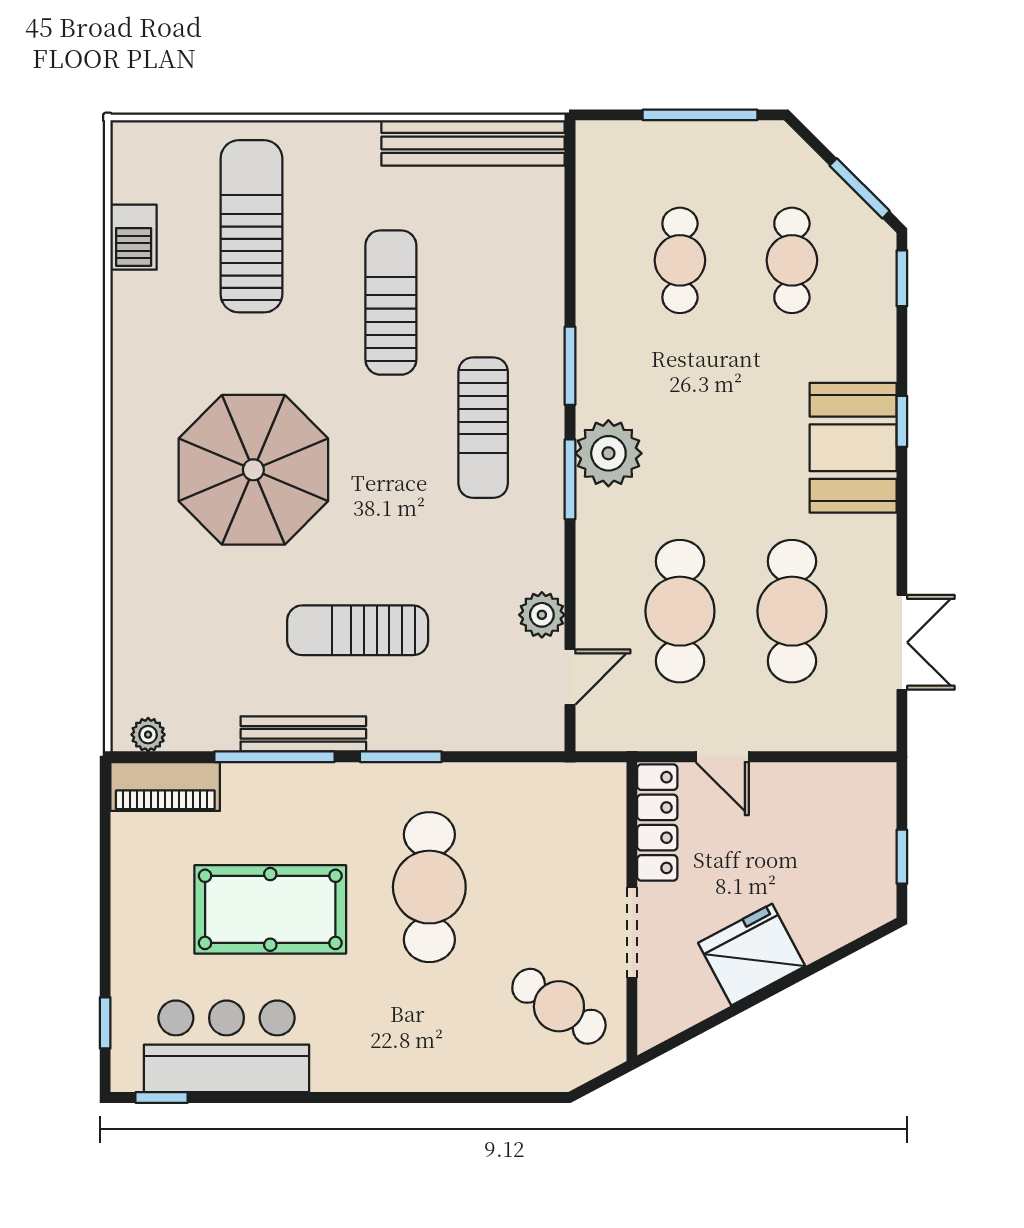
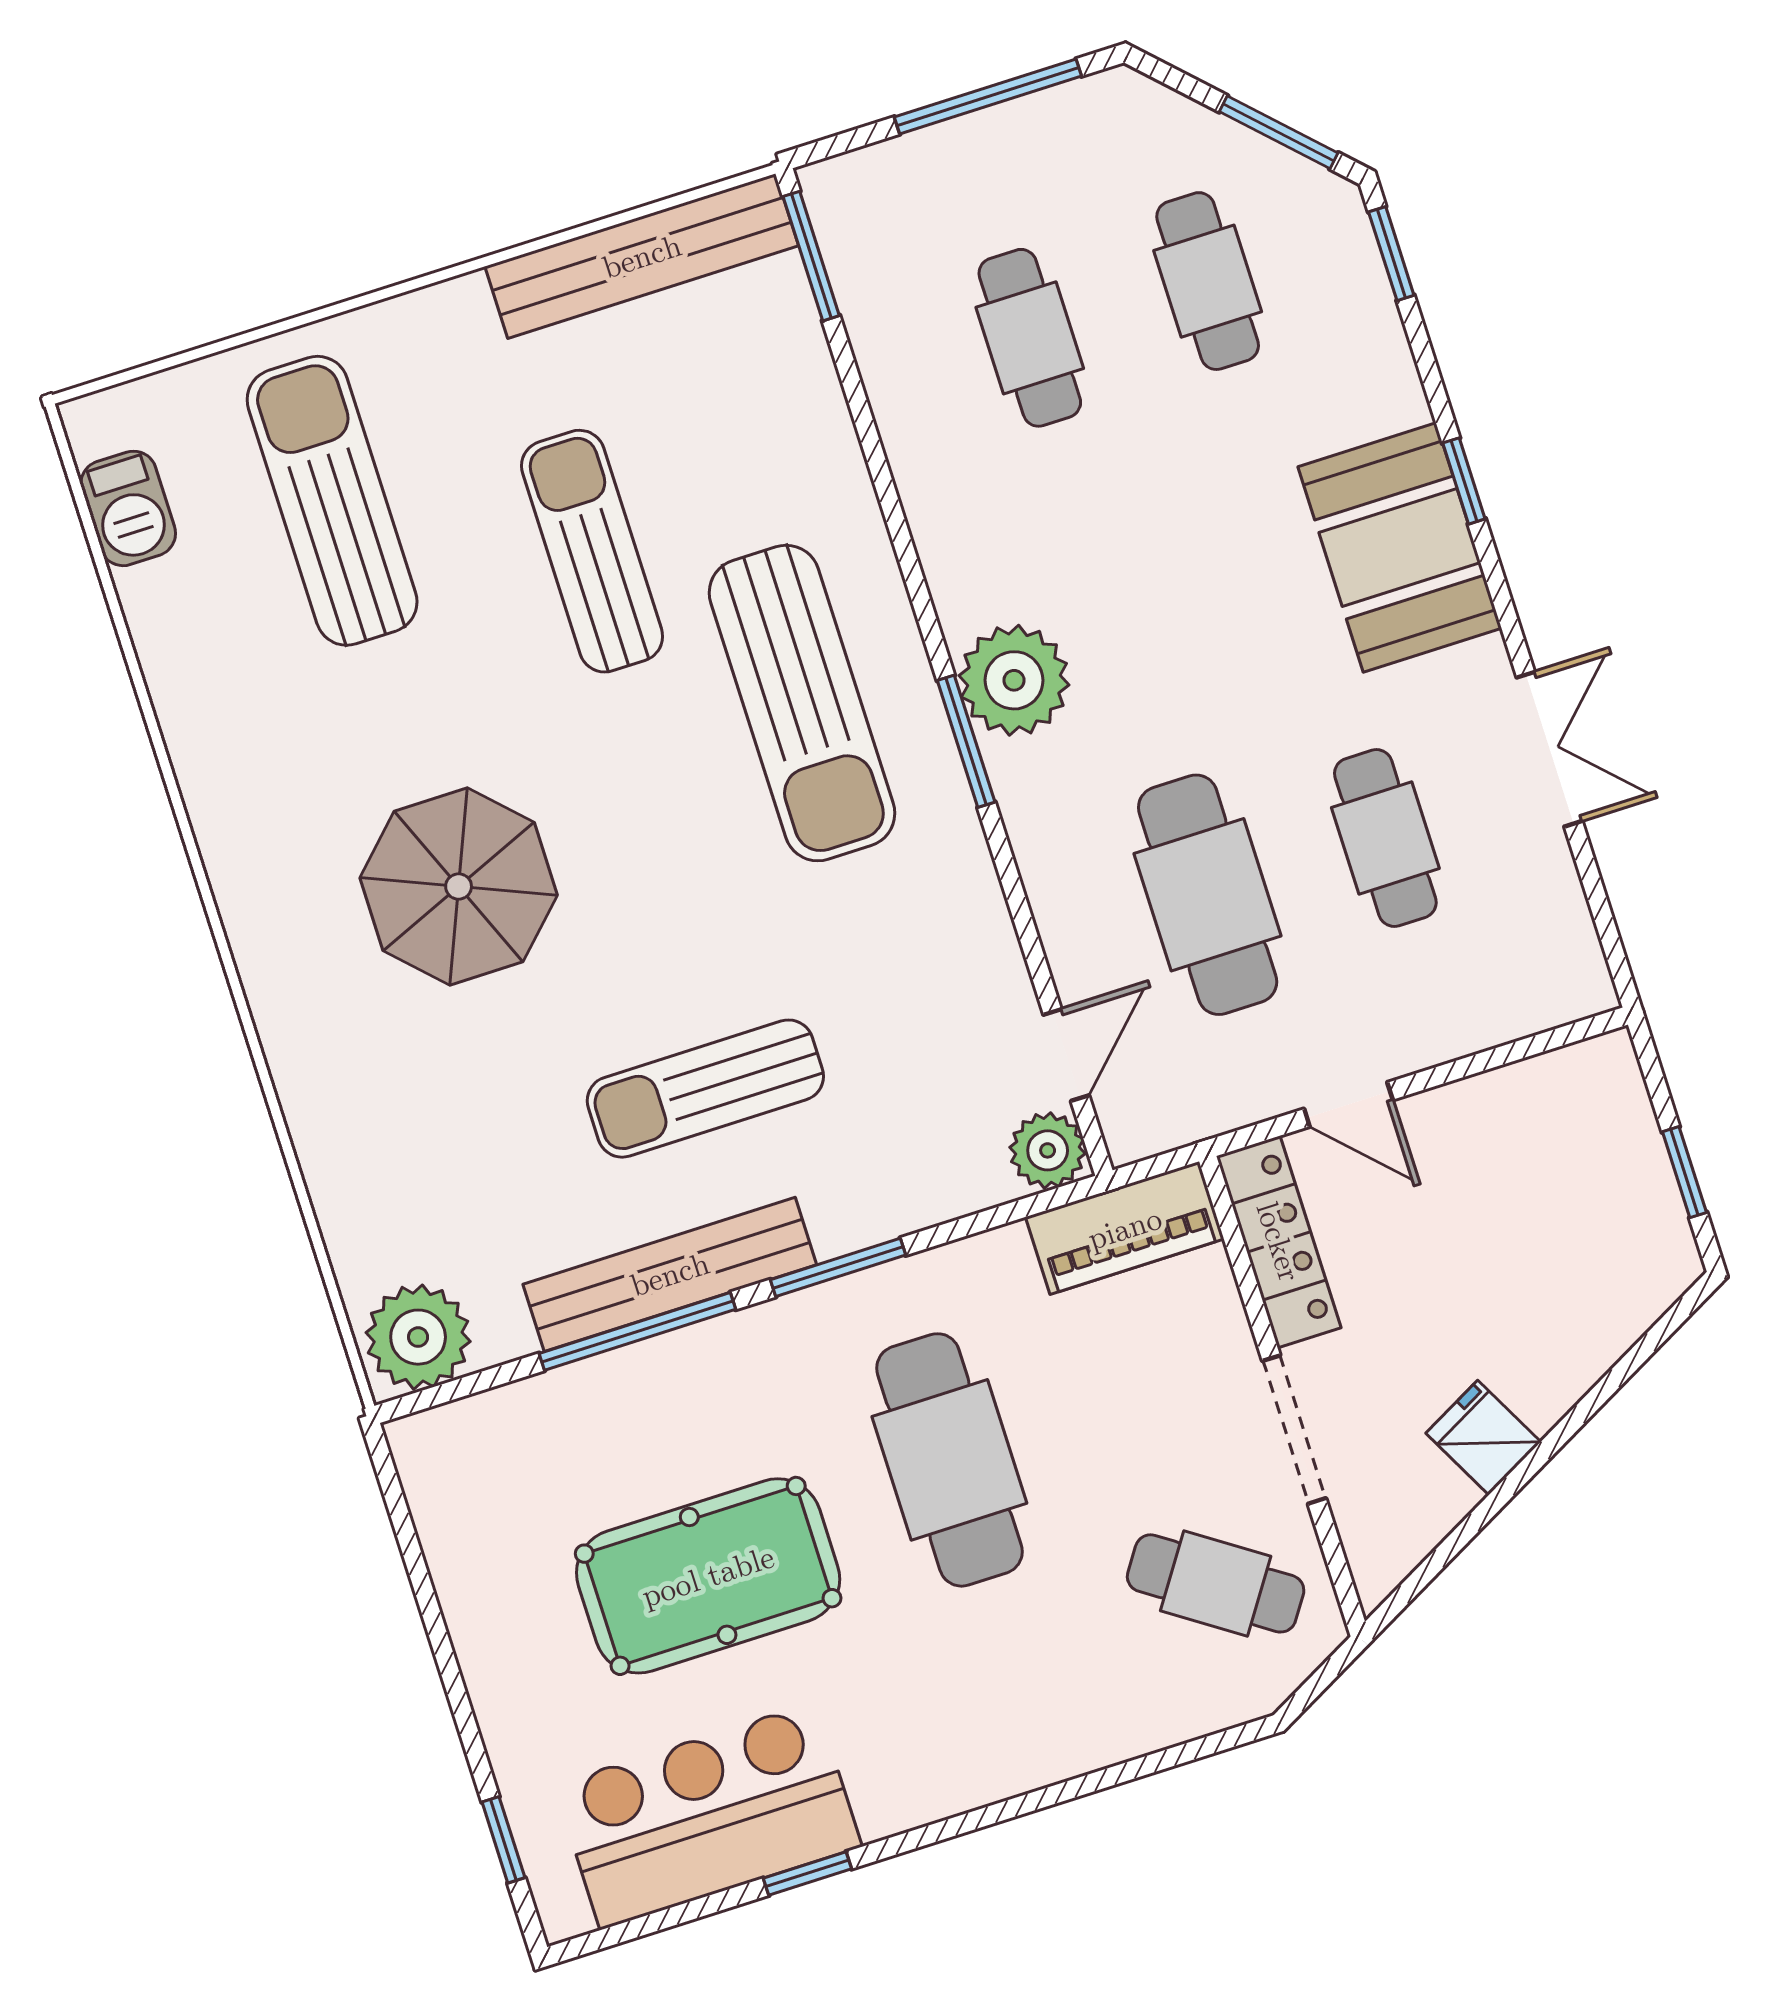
barbecue: (134, 237) -> (128, 508), moved
window: (570, 366) -> (811, 256), moved
sun lounger: (483, 428) -> (802, 703), width x1.36, depth x1.34
parasol: (253, 470) -> (459, 886), width x0.73, depth x0.73
cafe table: (792, 611) -> (1385, 838), width x0.73, depth x0.74
plant: (542, 615) -> (1048, 1150), moved
double door: (902, 642) -> (1549, 749), moved
bench: (303, 734) -> (670, 1274), width x1.37, depth x1.21
plant: (148, 735) -> (418, 1337), width x1.87, depth x1.87
piano: (165, 787) -> (1125, 1228), moved
fridge: (752, 955) -> (1483, 1438), width x0.53, depth x0.75
window: (162, 1098) -> (807, 1873), moved

